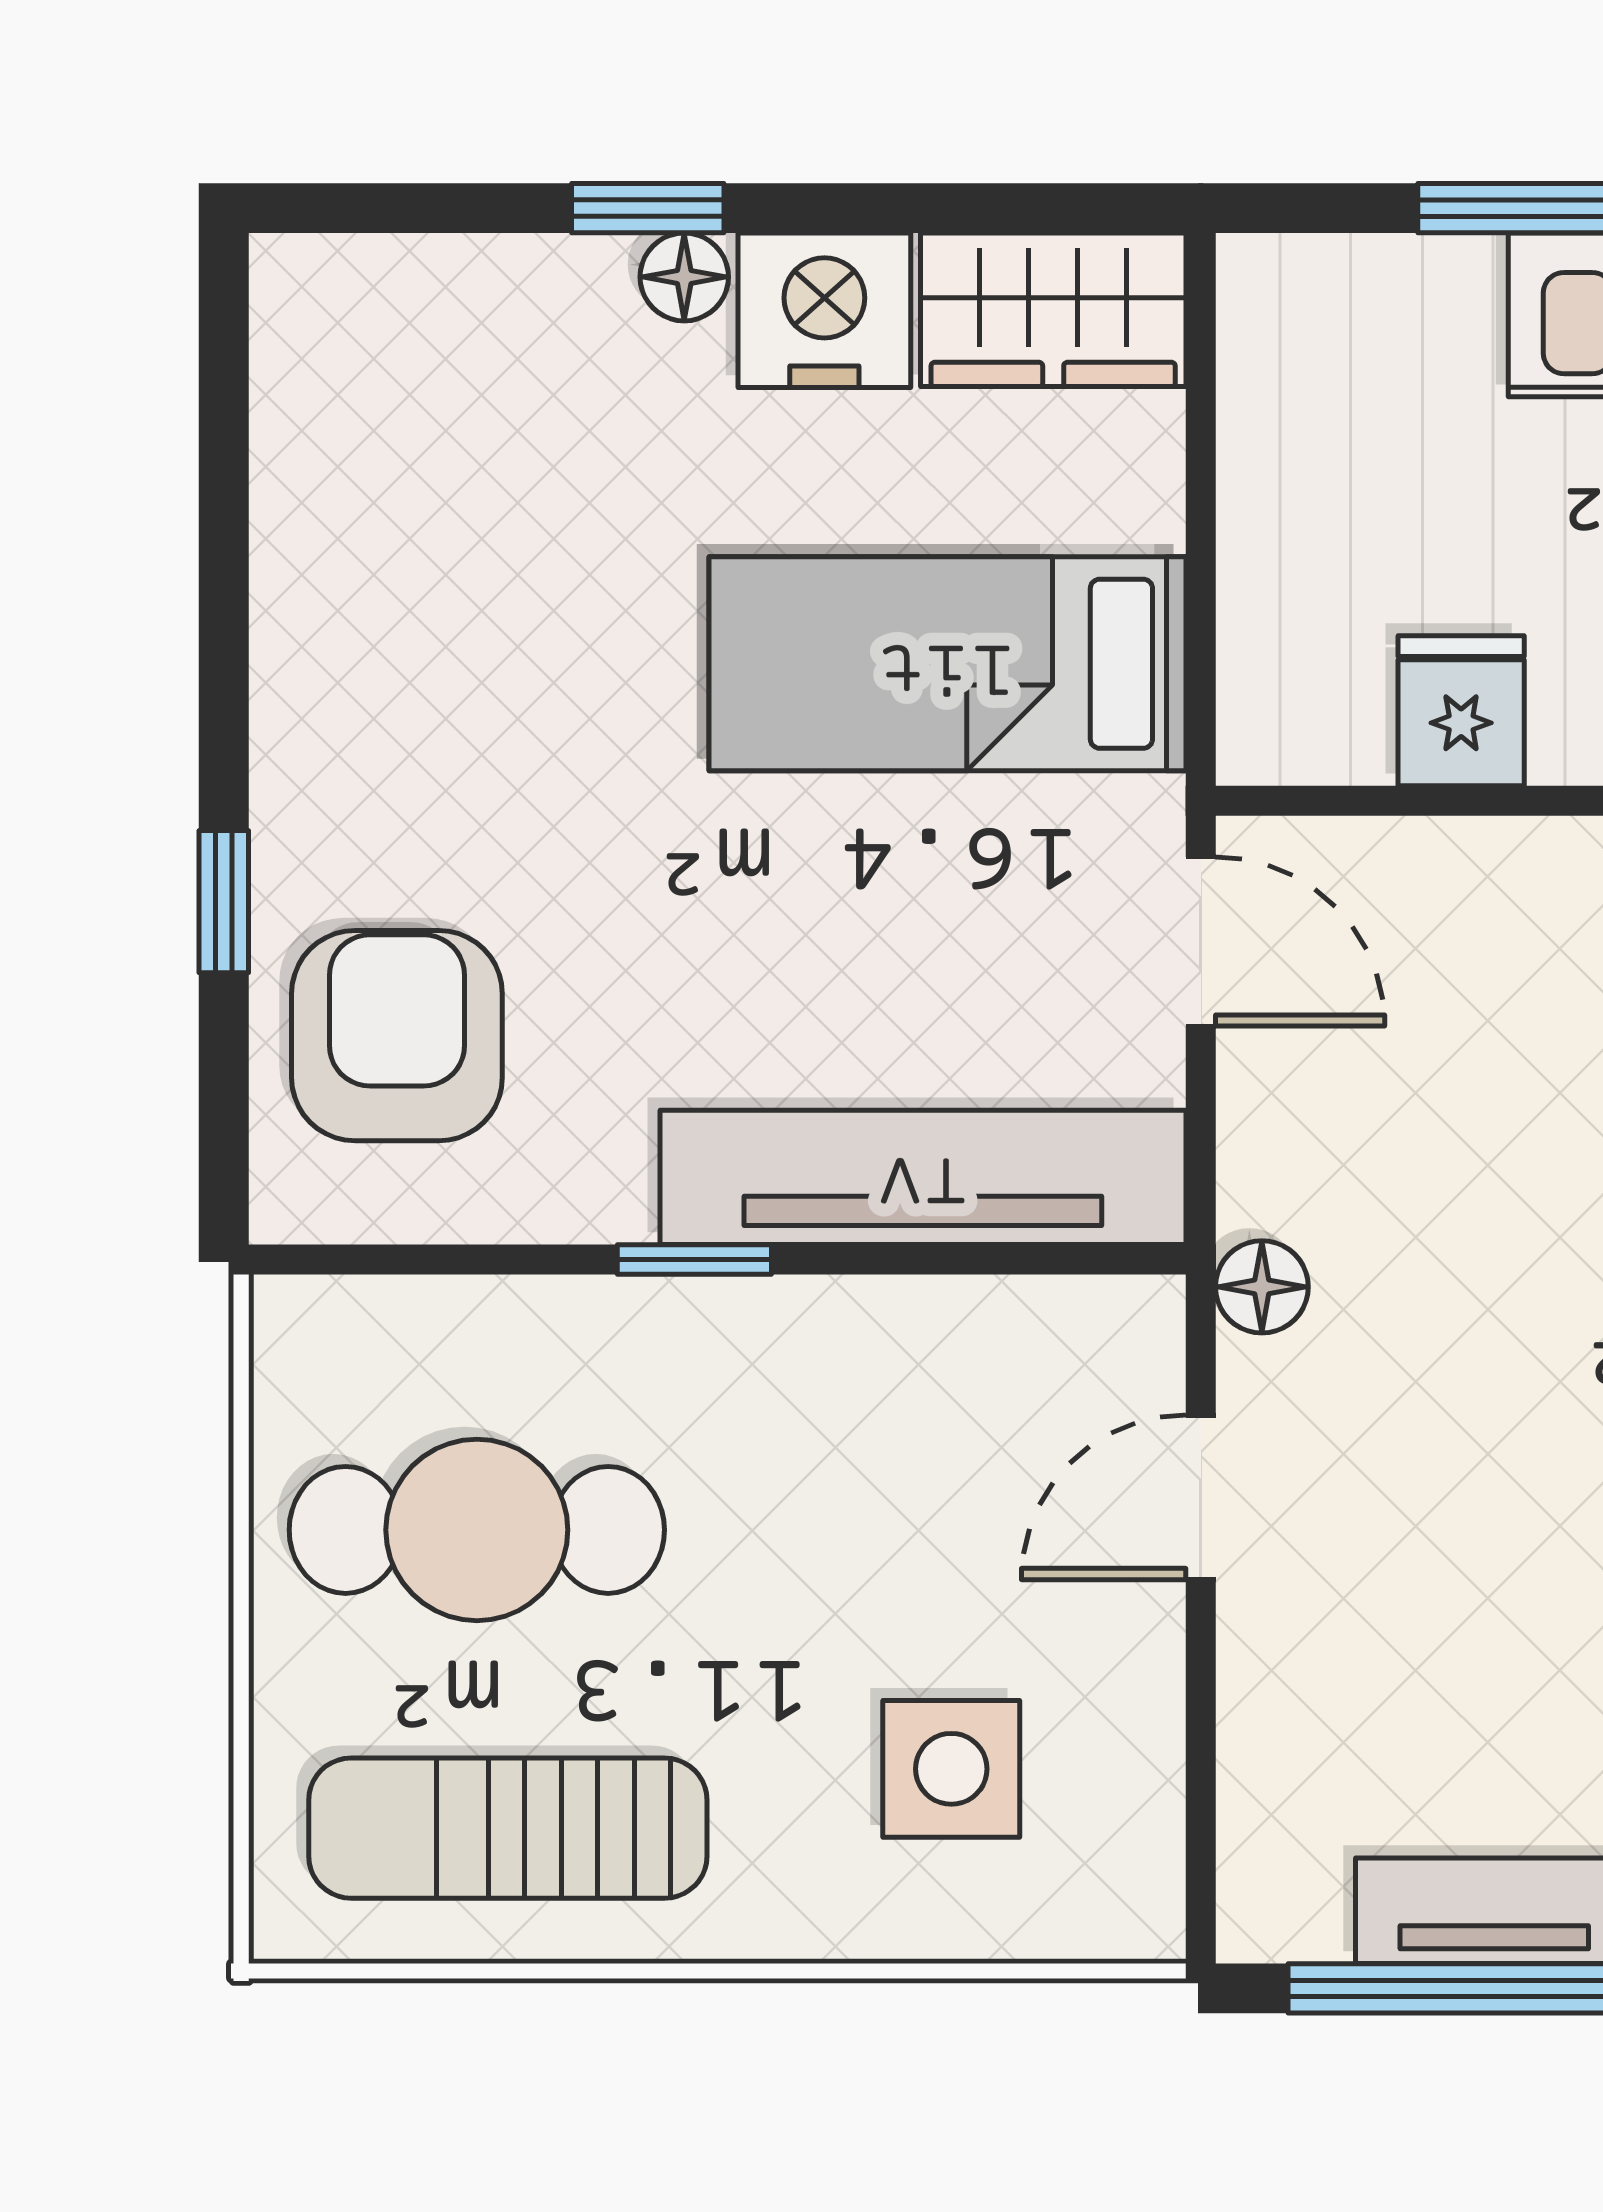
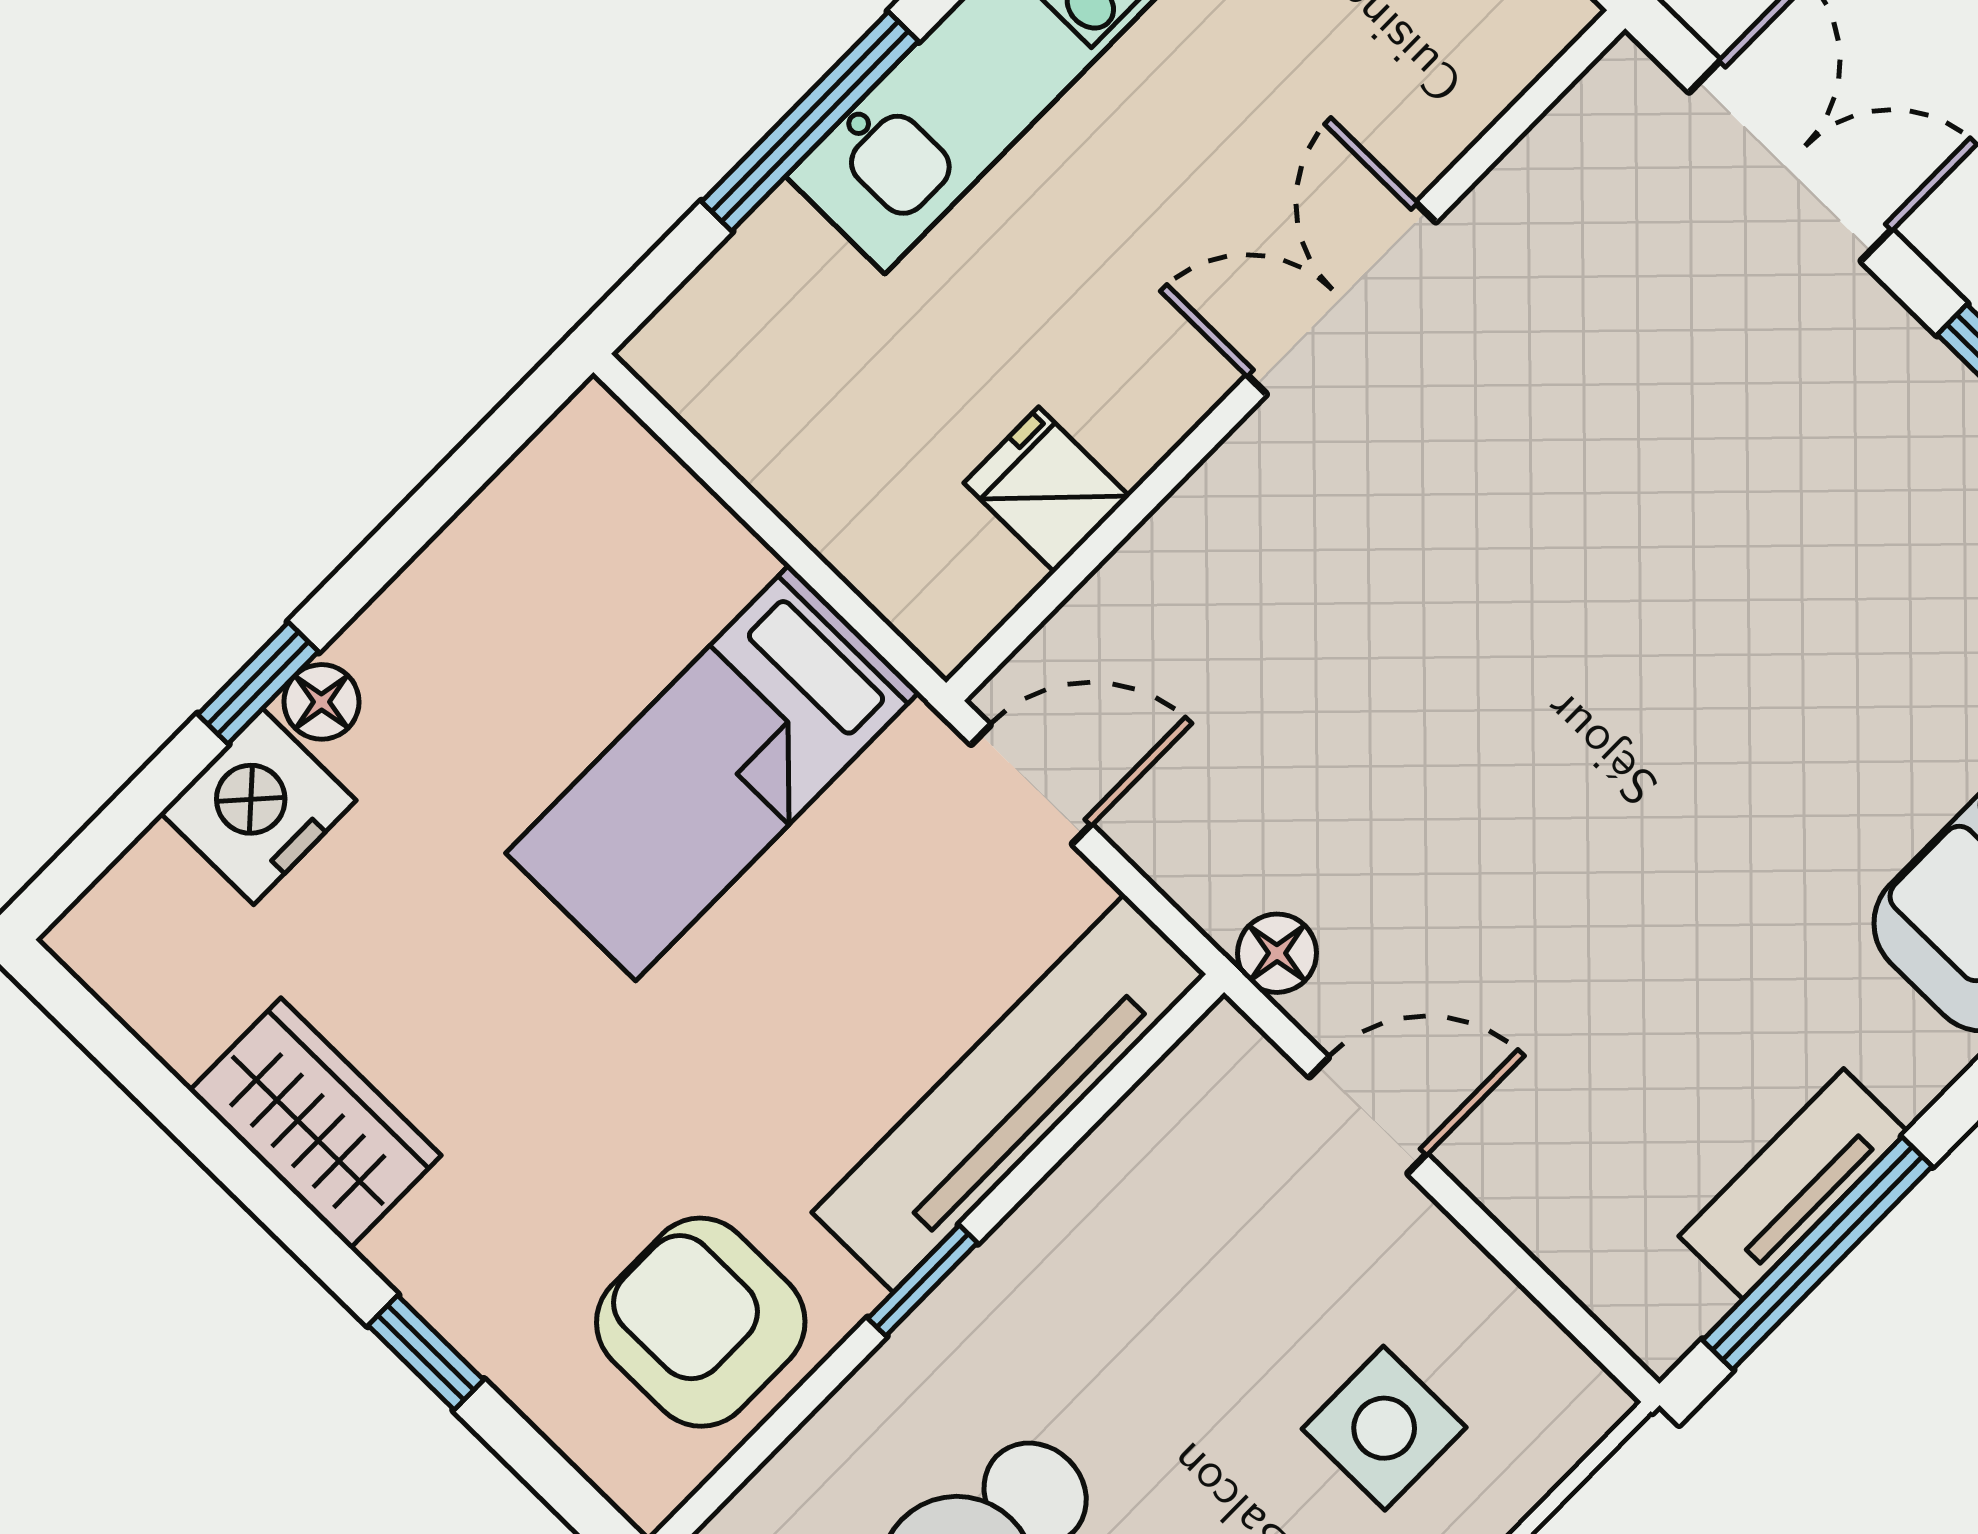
nightstand: (824, 310) -> (258, 807), moved
wardrobe: (1053, 310) -> (315, 1123), moved, turned -90
armchair: (397, 1036) -> (701, 1322), moved
door: (1201, 1497) -> (1368, 1116), swing flipped

